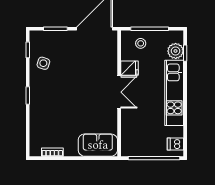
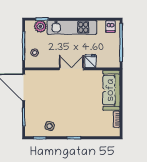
fridge: (129, 68) -> (90, 61), moved
sofa: (98, 145) -> (111, 90), width x1.36

